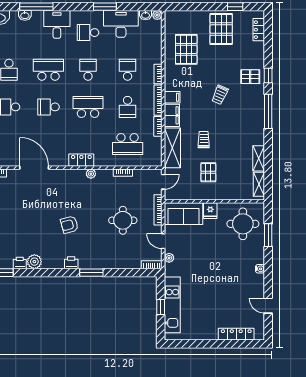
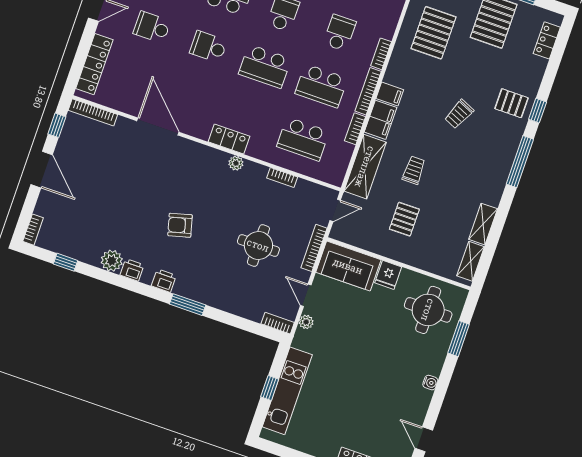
school desk: (88, 107) -> (265, 66), turned 180
school desk: (128, 107) -> (321, 86), width x1.85
printer: (20, 263) -> (132, 270), moved

